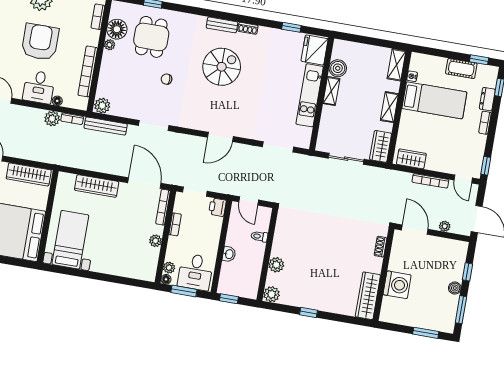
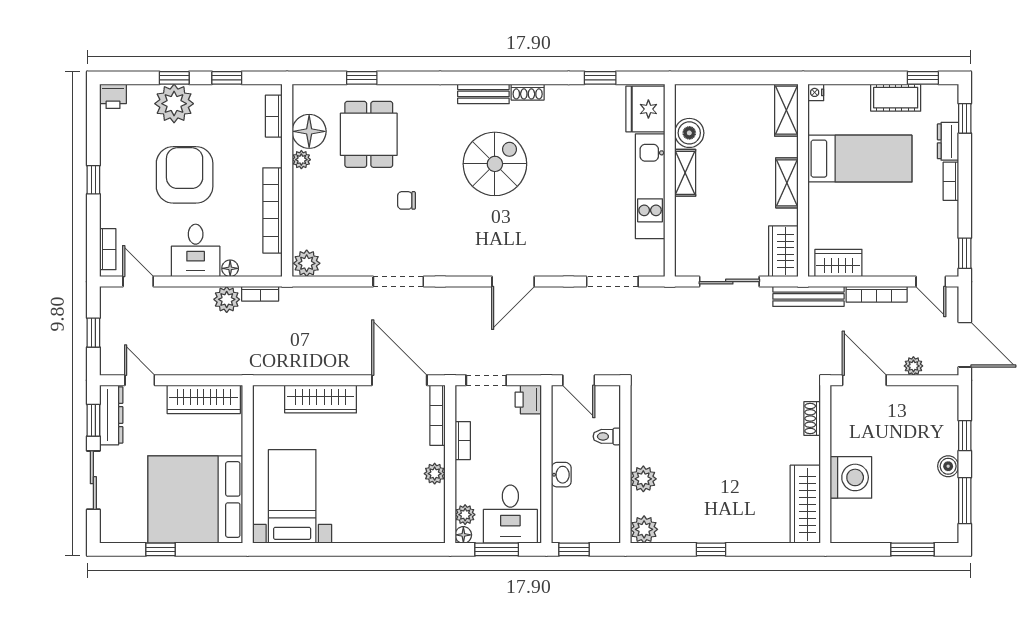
nightstand: (412, 76) -> (816, 92), moved
bench: (106, 126) -> (808, 296), moved

